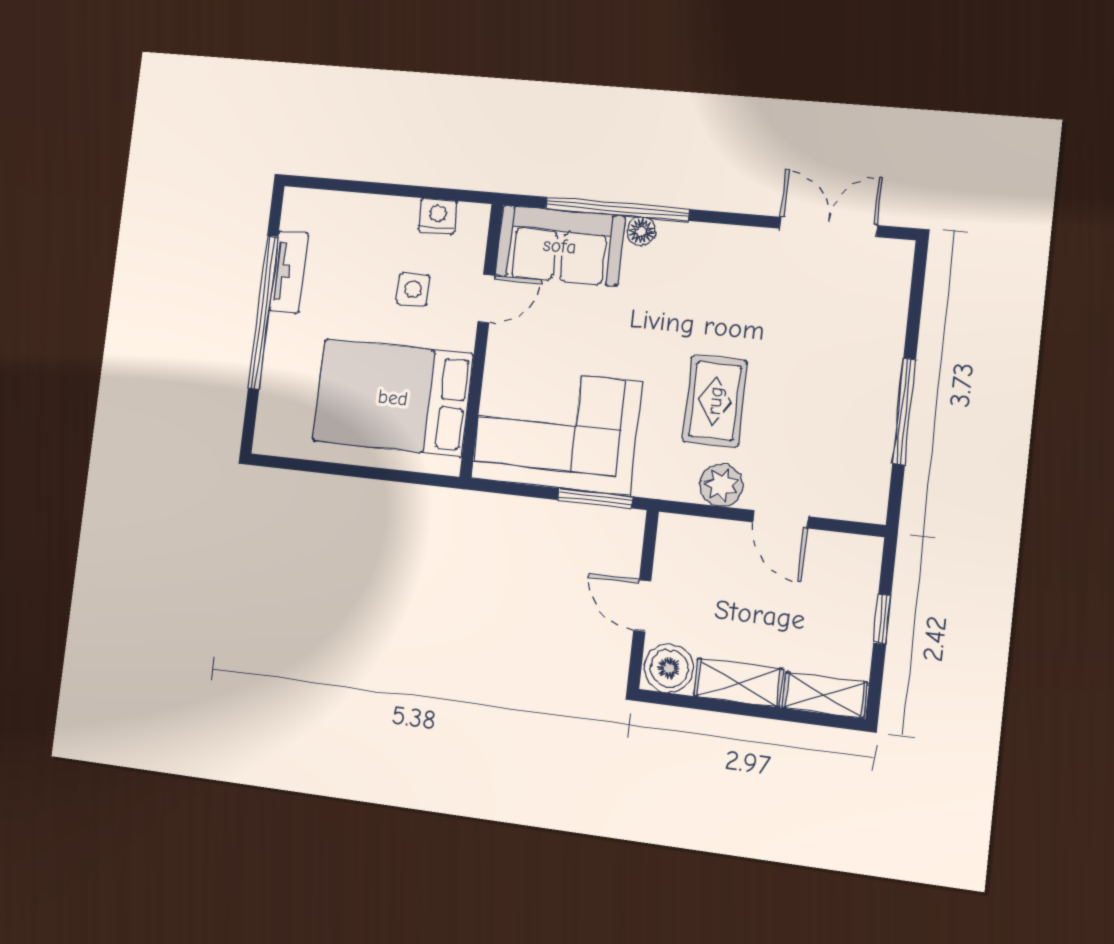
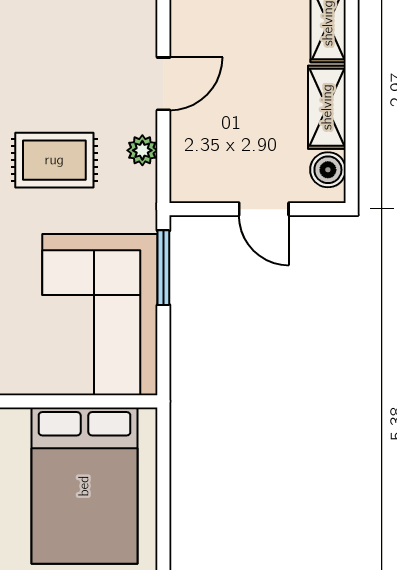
plant: (721, 485) -> (142, 150), width x0.73, depth x0.73
door: (642, 606) -> (264, 209), hinge flipped
boiler: (669, 668) -> (328, 170), width x0.73, depth x0.73

